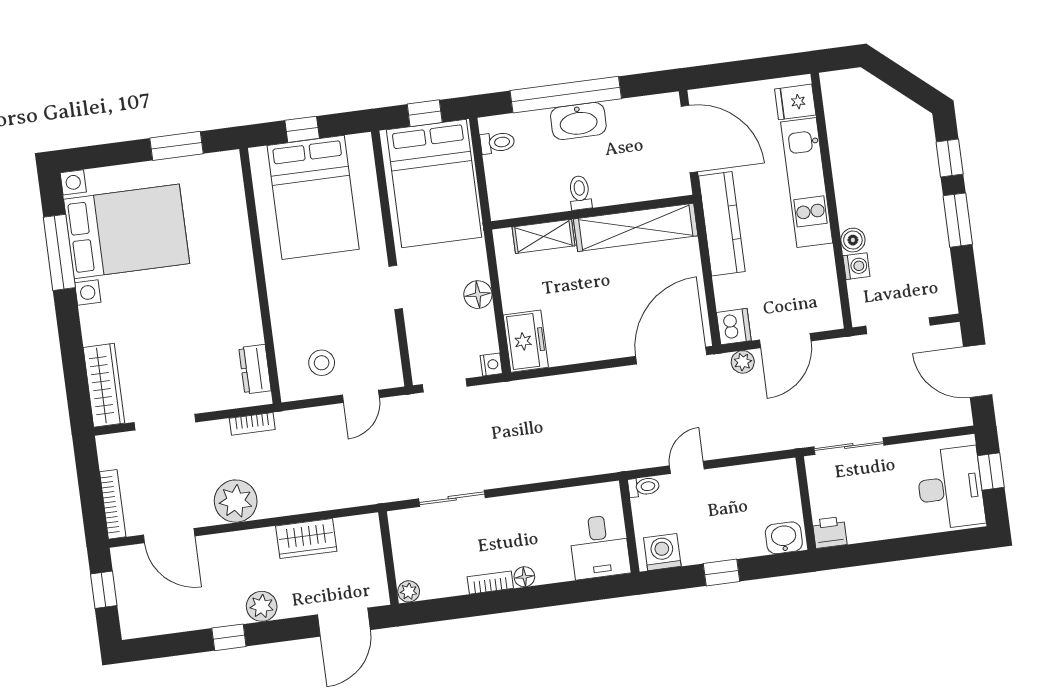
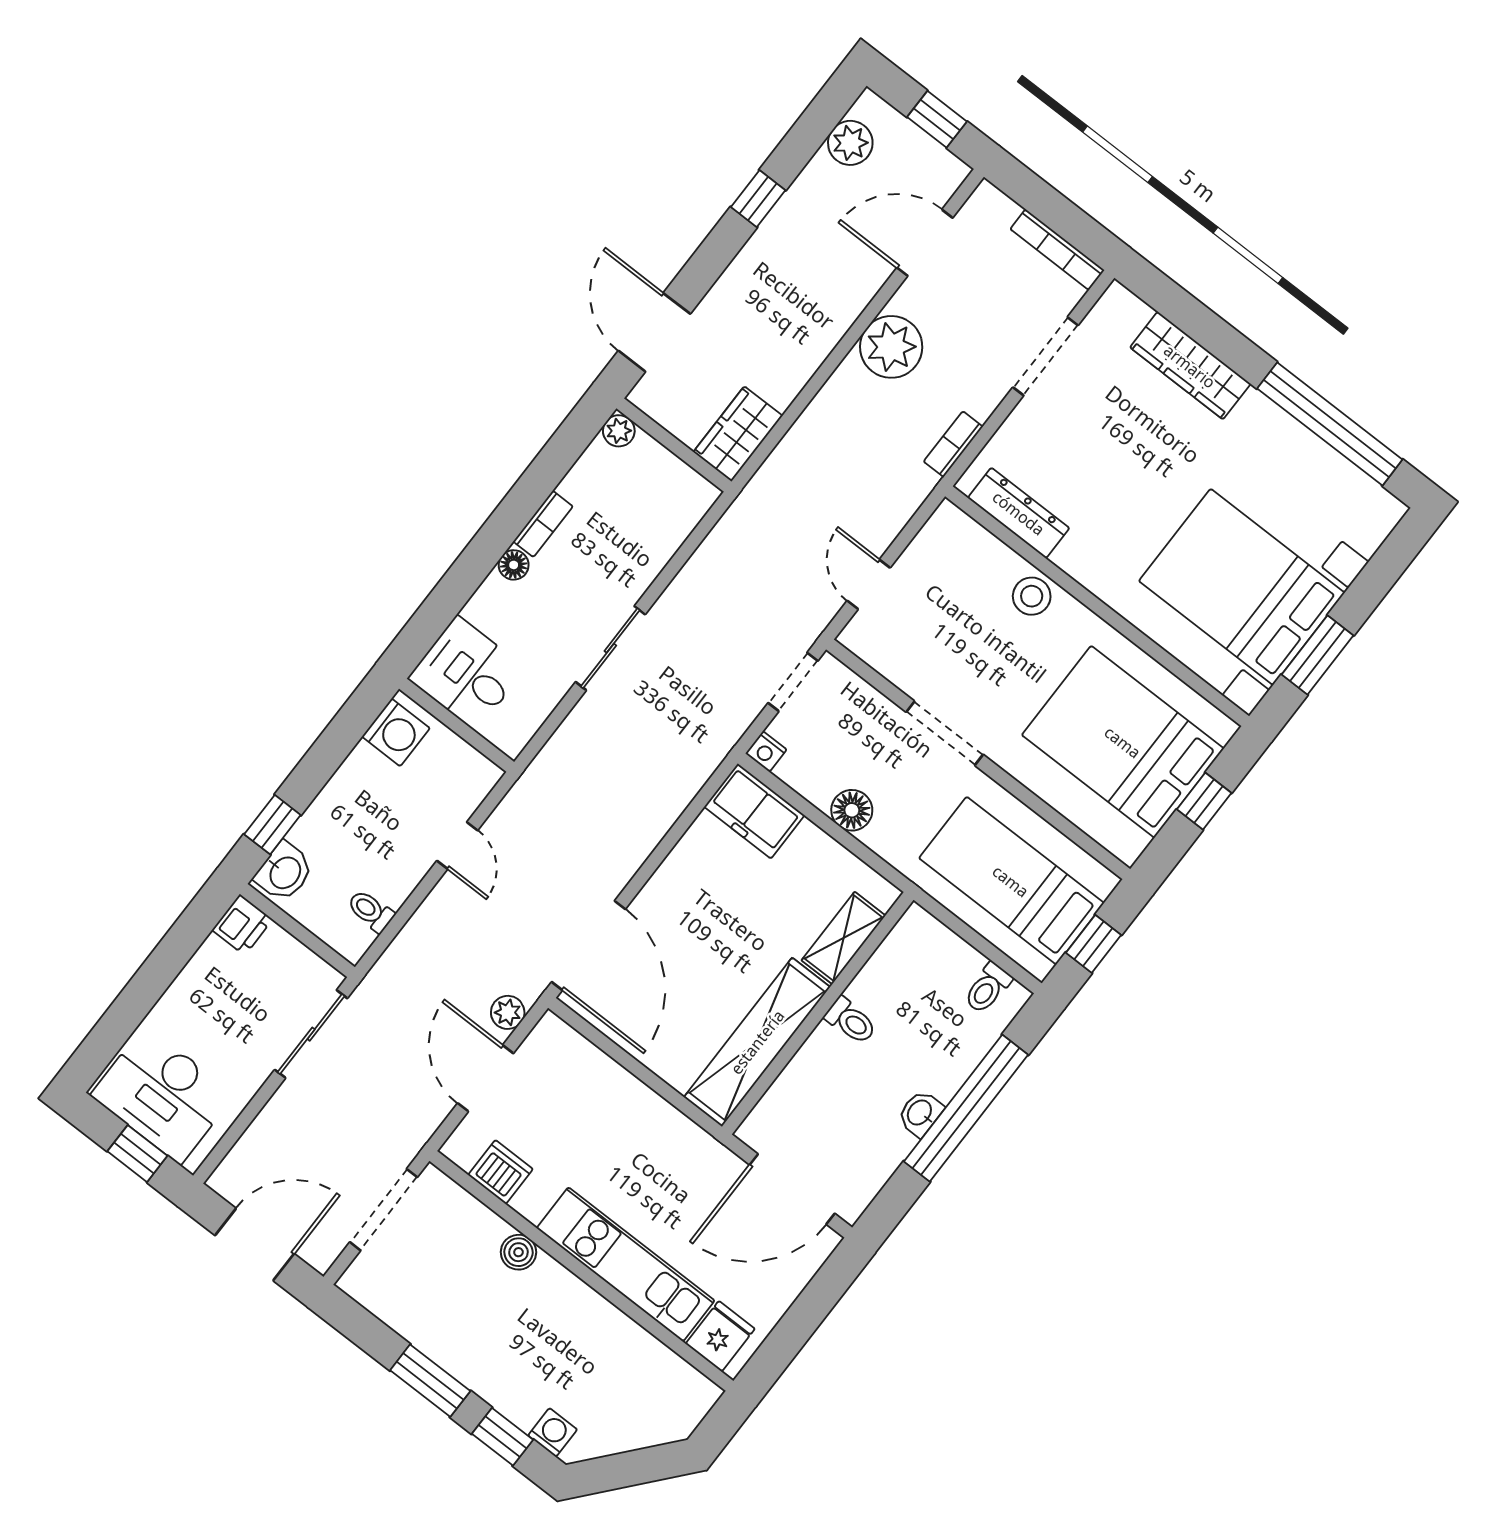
washbasin: (578, 121) -> (920, 1113), width x0.52, depth x0.69
bed: (434, 183) -> (1011, 881), width x0.67
kitchen counter: (722, 224) -> (671, 1134), removed
bed with nightstands: (127, 231) -> (1242, 587), moved, turned 90
window: (59, 252) -> (1330, 424), width x1.46
washing machine: (856, 266) -> (553, 1432), moved, turned 180
doorway: (396, 287) -> (945, 733), width x1.38
dishwasher: (734, 327) -> (500, 1172), moved, turned 180
stool: (322, 363) -> (1032, 596), moved
dresser: (255, 369) -> (1019, 513), width x1.44
wardrobe: (104, 385) -> (1190, 366), moved
toilet: (644, 487) -> (371, 911), moved, turned 90
sliding door: (452, 498) -> (610, 648), moved
bookcase: (113, 504) -> (1057, 250), moved
wardrobe: (306, 539) -> (738, 434), moved
window: (722, 572) -> (272, 825), moved
plant: (262, 606) -> (850, 143), moved

